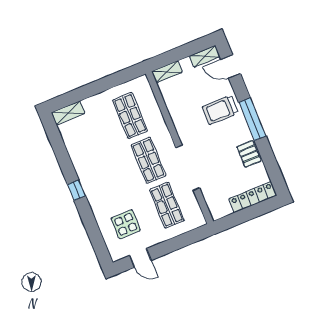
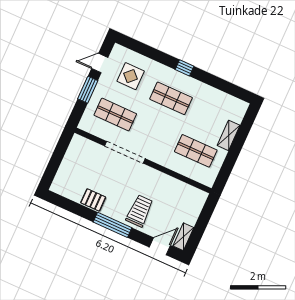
shelving: (167, 72) -> (199, 203), removed
shelving: (68, 113) -> (229, 135), moved
shop shelf: (148, 160) -> (171, 98), moved
locker: (253, 197) -> (64, 174), removed
window: (170, 246) -> (88, 90), added

